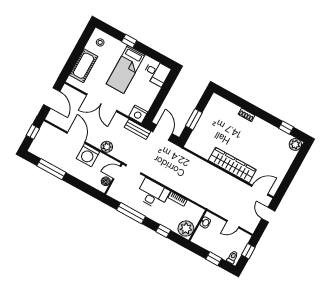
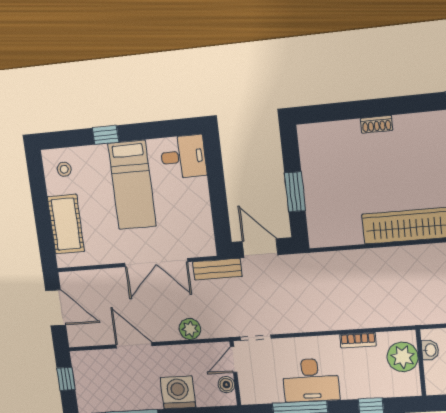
double door: (102, 103) -> (156, 263), moved
nightstand: (138, 114) -> (202, 244), removed
washing machine: (88, 155) -> (178, 392), moved, turned 180
desk: (153, 194) -> (311, 380), moved, turned 180
plant: (186, 228) -> (403, 357), moved

